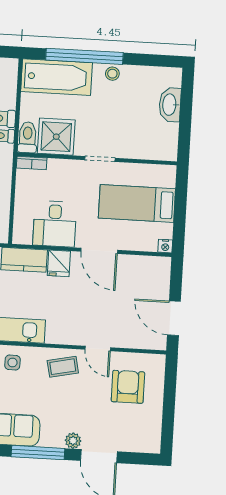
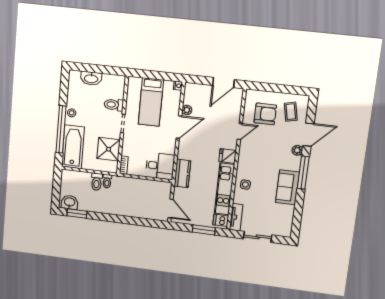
toilet: (27, 137) -> (114, 105), moved
desk: (55, 224) -> (160, 166), moved
plant: (127, 262) -> (187, 110), added
fridge: (59, 263) -> (228, 156), moved, turned 180
coffee table: (63, 367) -> (291, 112), moved
armchair: (128, 387) -> (265, 114), turned 180

